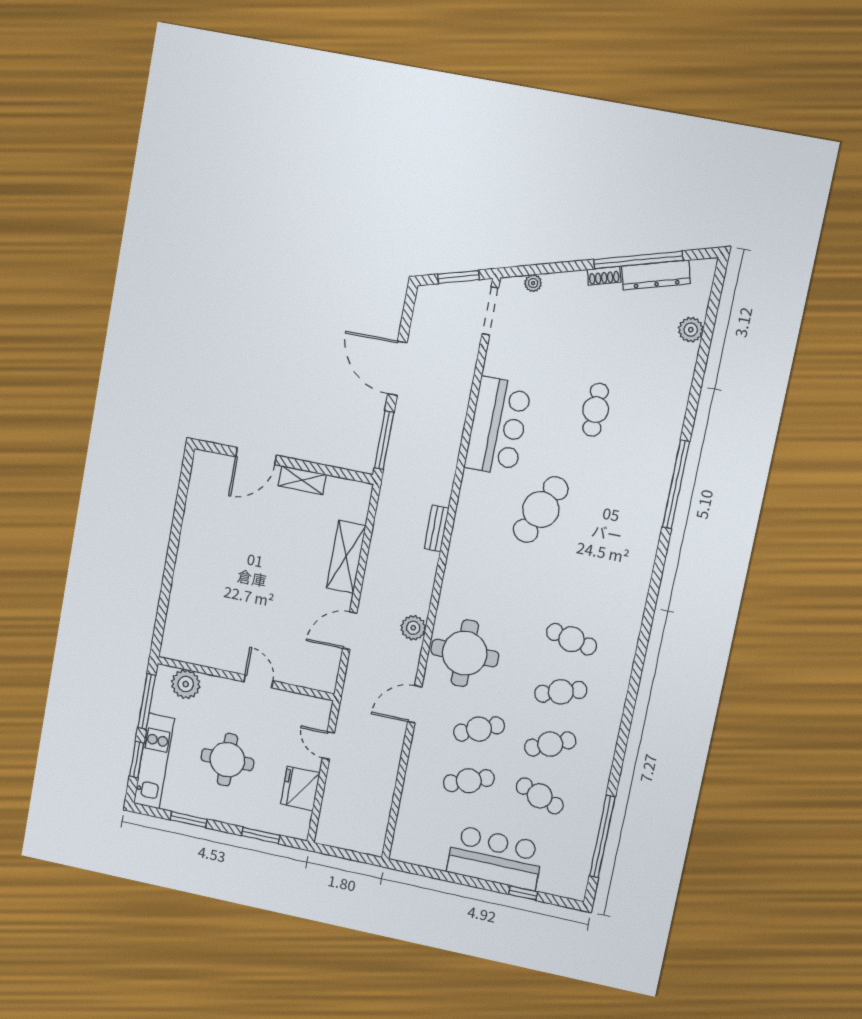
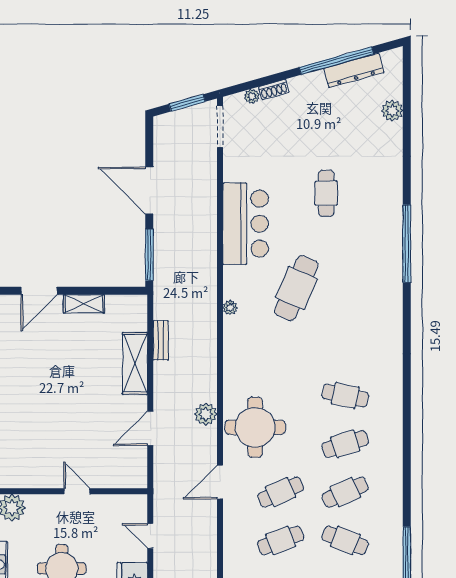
shoe rack: (604, 276) -> (274, 89), moved
plant: (463, 516) -> (230, 308), added
bench: (436, 528) -> (161, 340), moved

